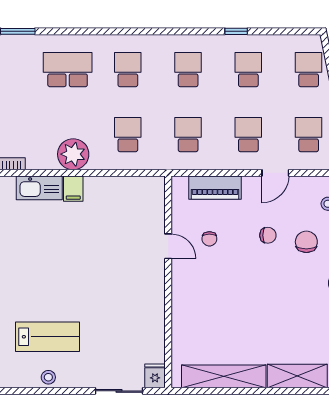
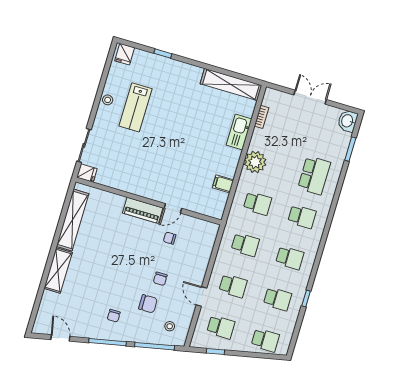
piano: (215, 188) -> (143, 210), moved, turned -90
filing cabinet: (73, 189) -> (223, 184), moved

